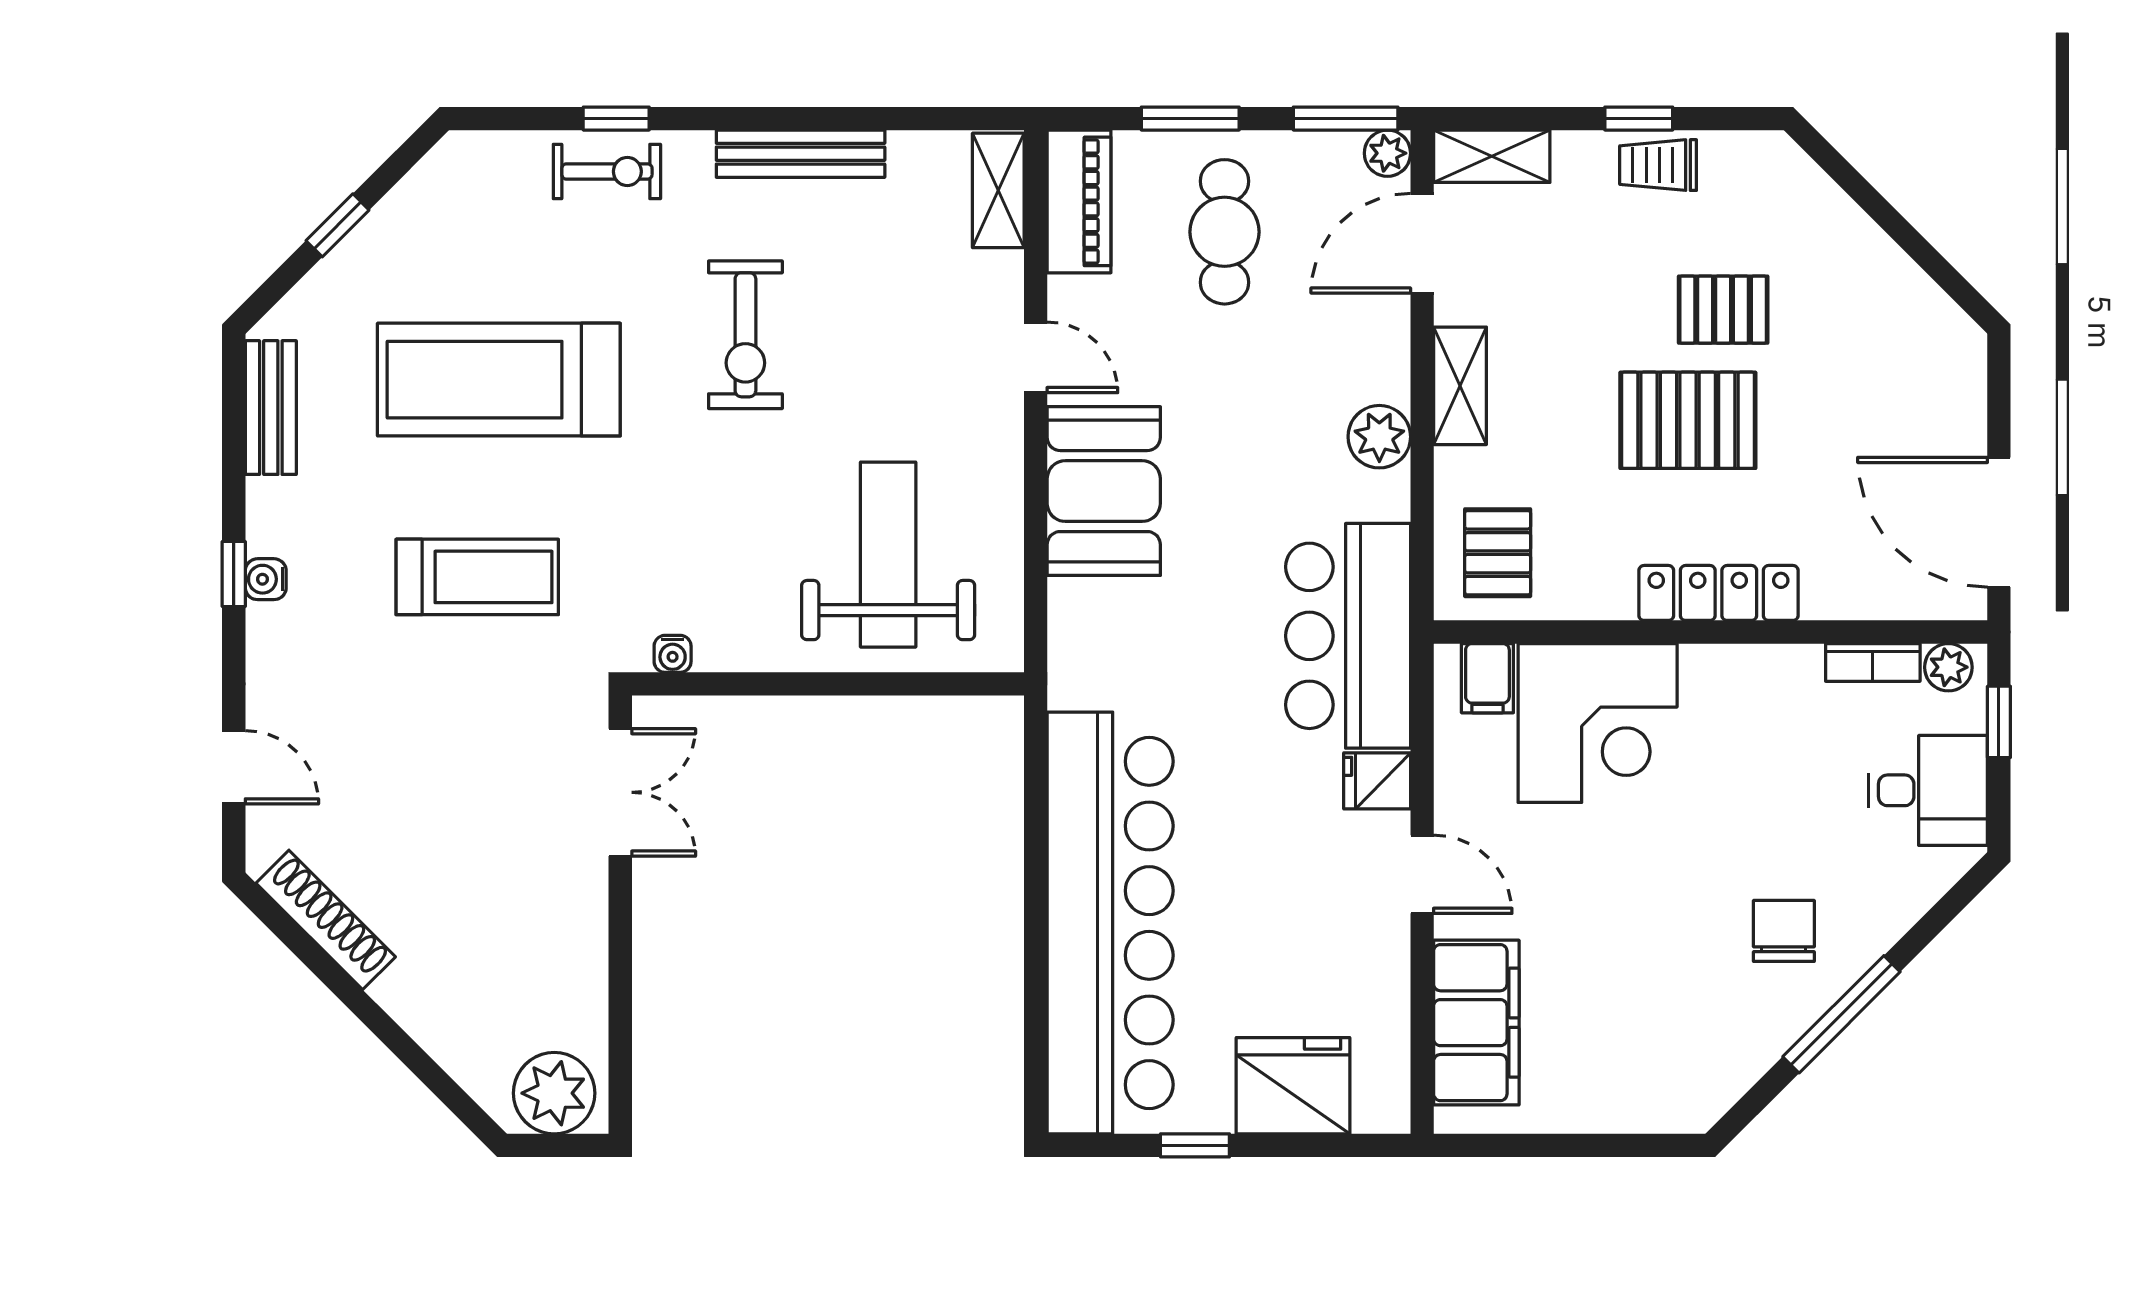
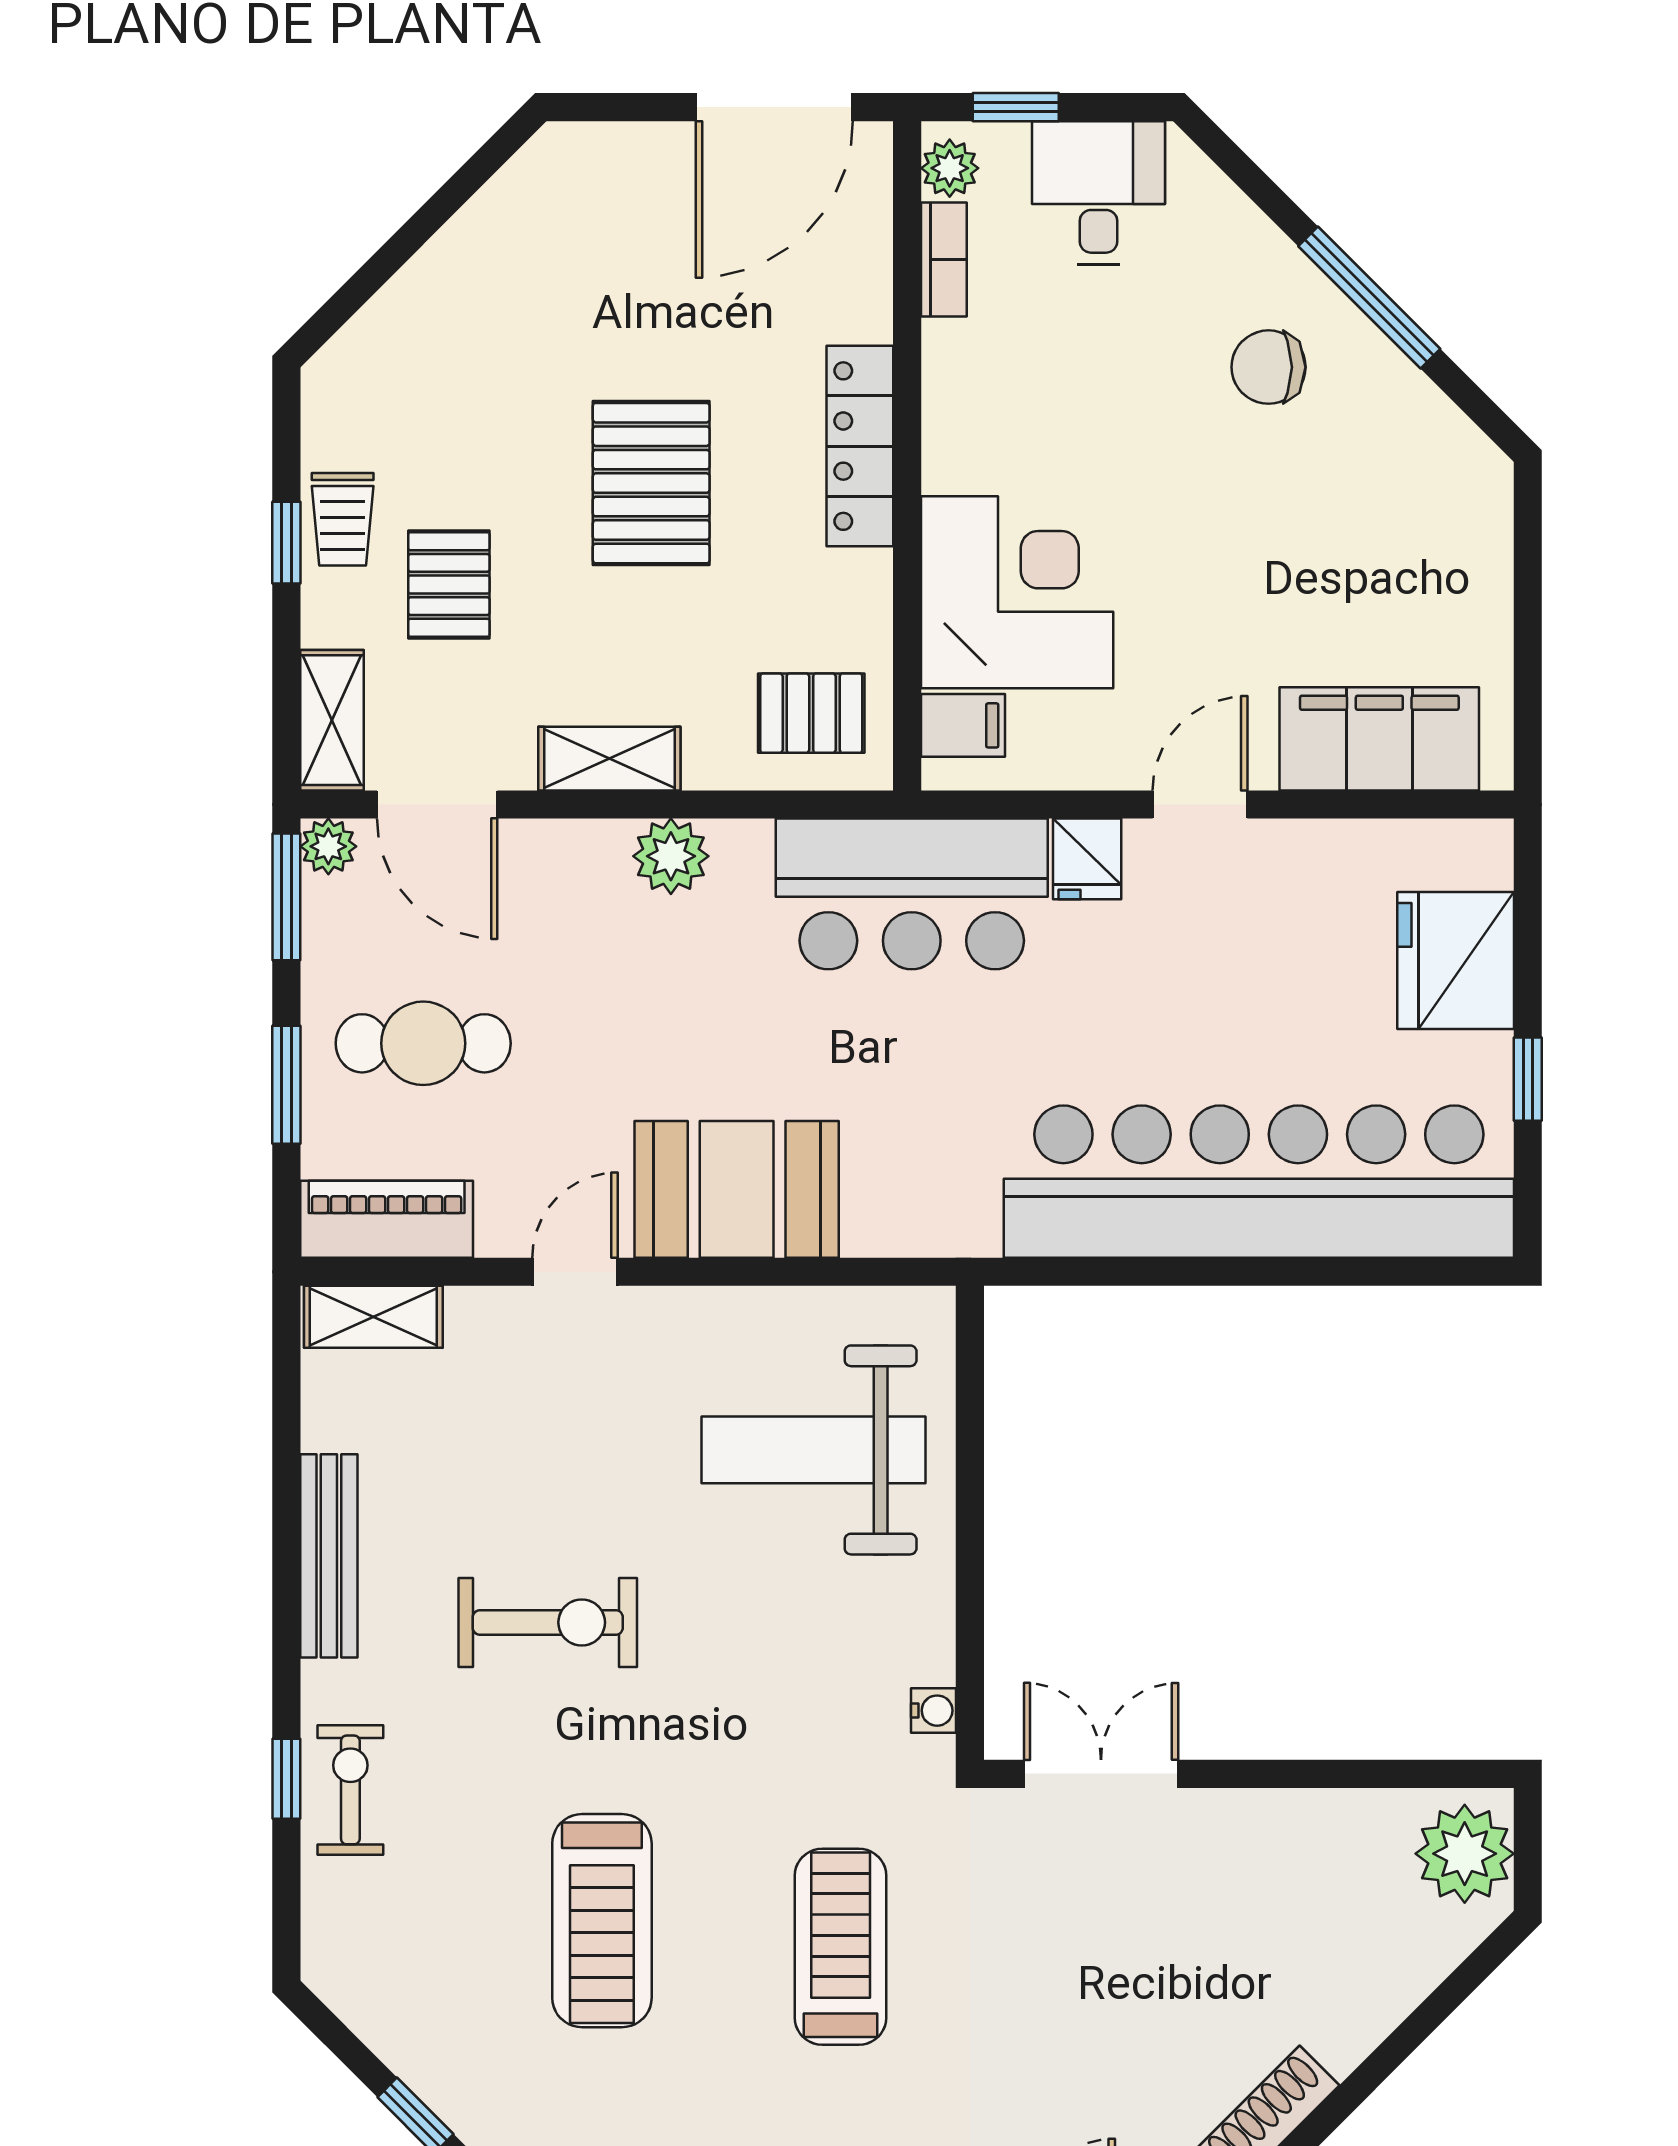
pallet: (1723, 310) -> (449, 584), moved
treadmill: (499, 380) -> (602, 1921), width x0.73, depth x0.73

